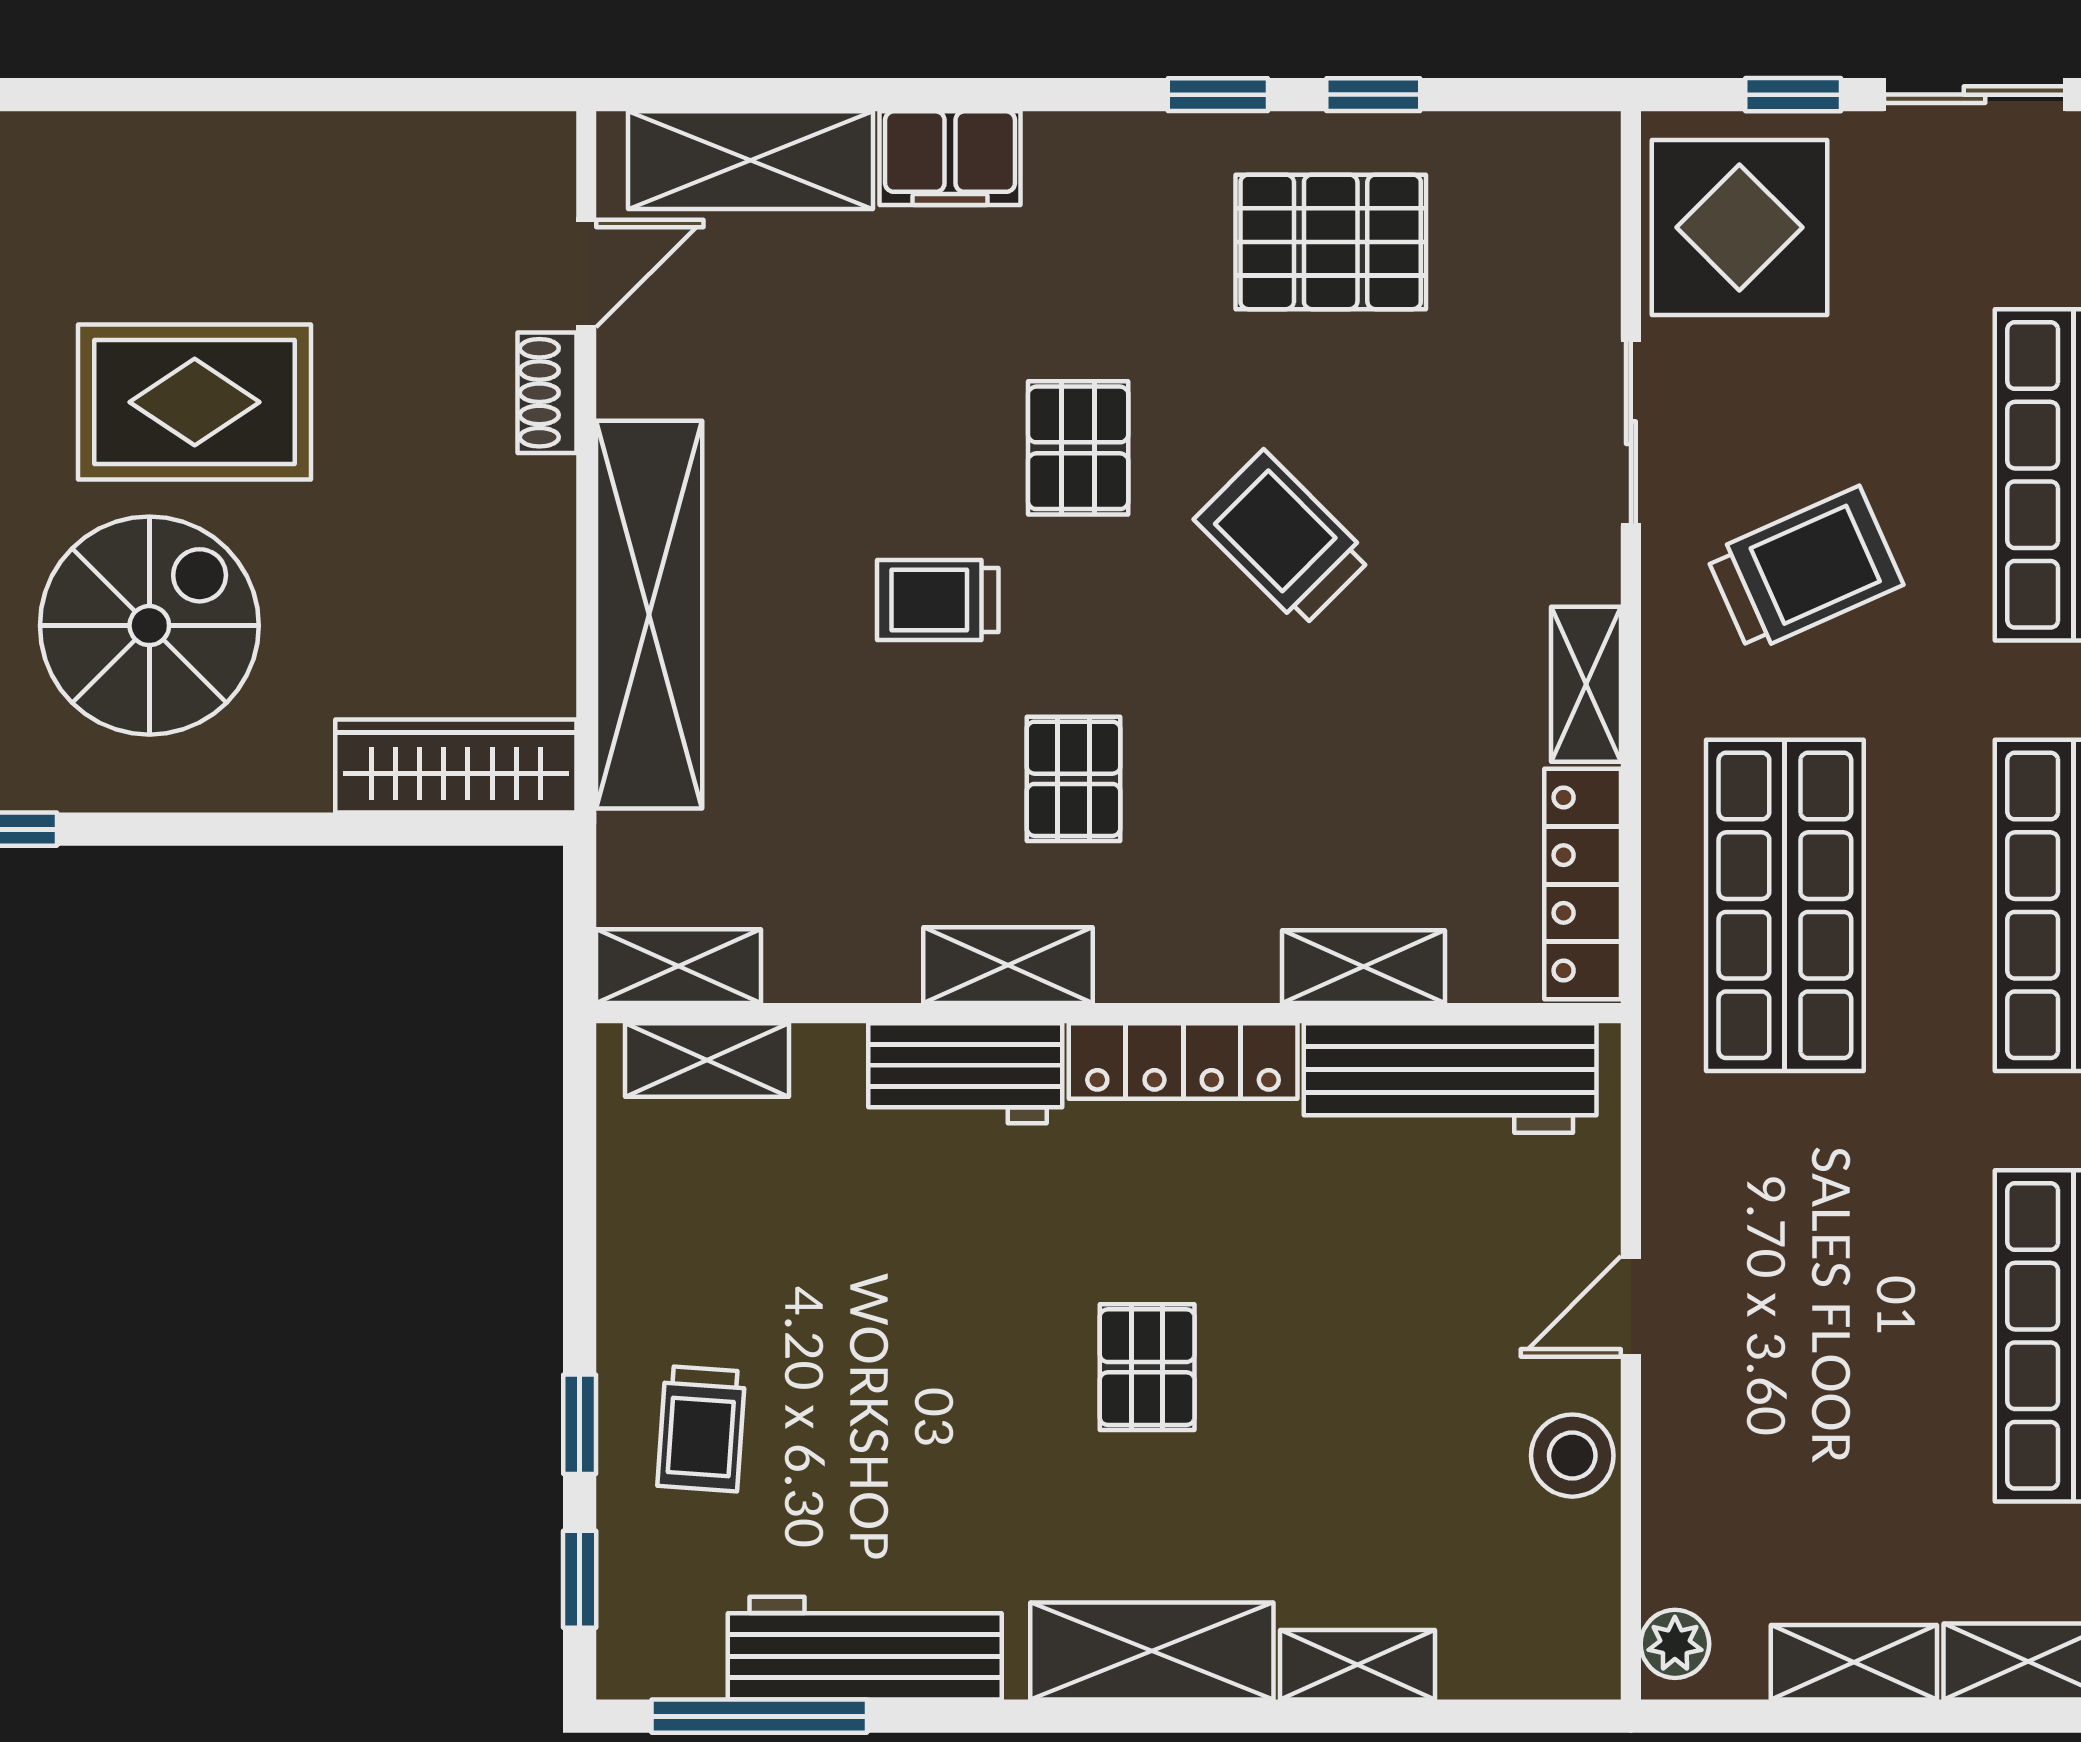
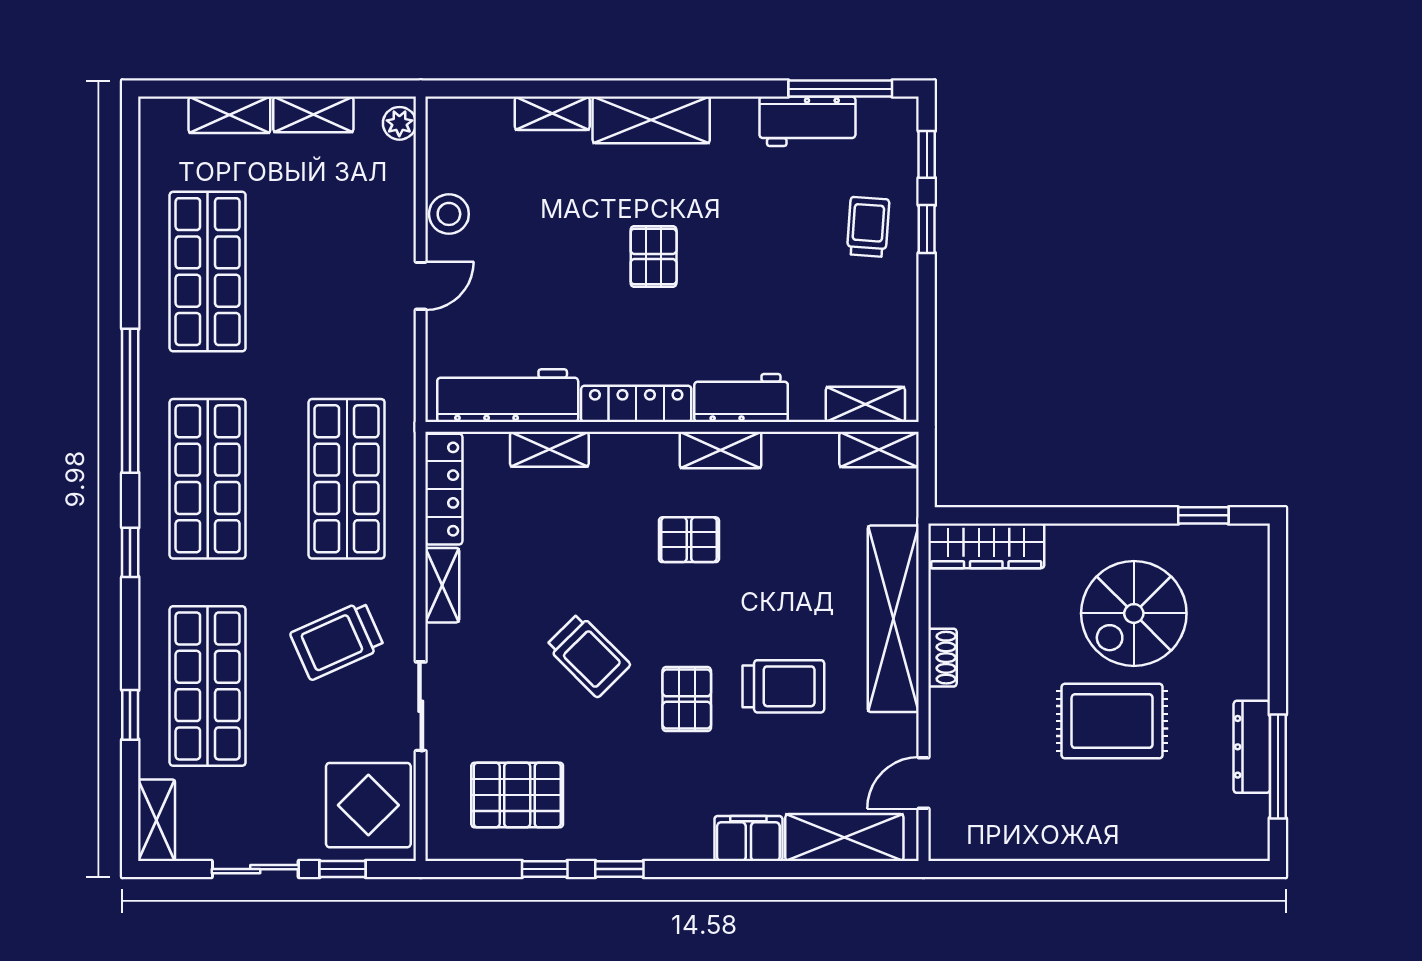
pallet: (1331, 242) -> (517, 795), moved
shoe rack: (547, 393) -> (942, 658), moved
trolley: (938, 600) -> (783, 686), moved, width x1.36, depth x1.39
pallet: (1074, 779) -> (689, 540), turned 90
workbench: (865, 1648) -> (807, 121), width x0.73

